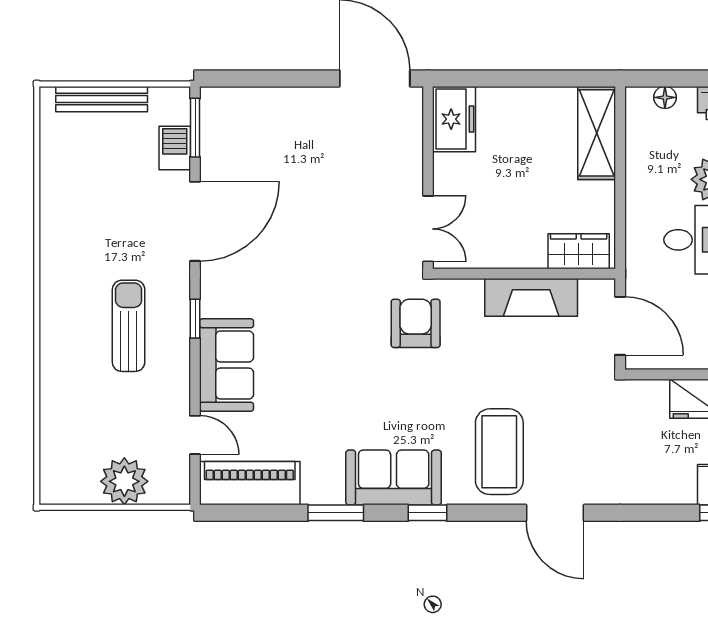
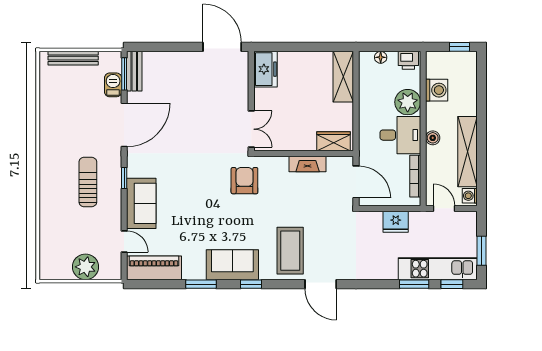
bench: (214, 123) -> (134, 71), added
fireplace: (531, 297) -> (308, 164), width x0.73, depth x0.76

